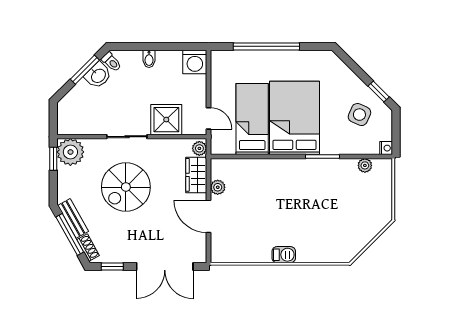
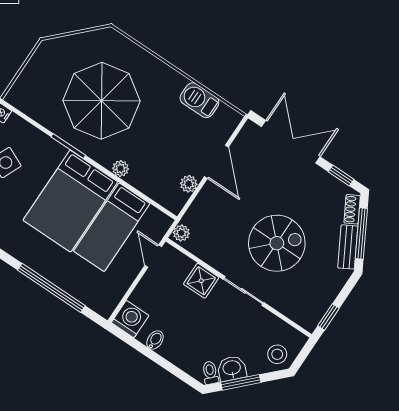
bidet: (149, 59) -> (155, 340), moved
stool: (72, 107) -> (277, 354), added
shower: (166, 120) -> (201, 281), width x0.73, depth x0.73
plant: (70, 152) -> (308, 313), removed
plant: (365, 165) -> (121, 169), moved
wardrobe: (196, 175) -> (201, 210), removed
parasol: (320, 205) -> (102, 101), added
barbecue: (284, 255) -> (199, 100), moved, width x1.38, depth x1.27

